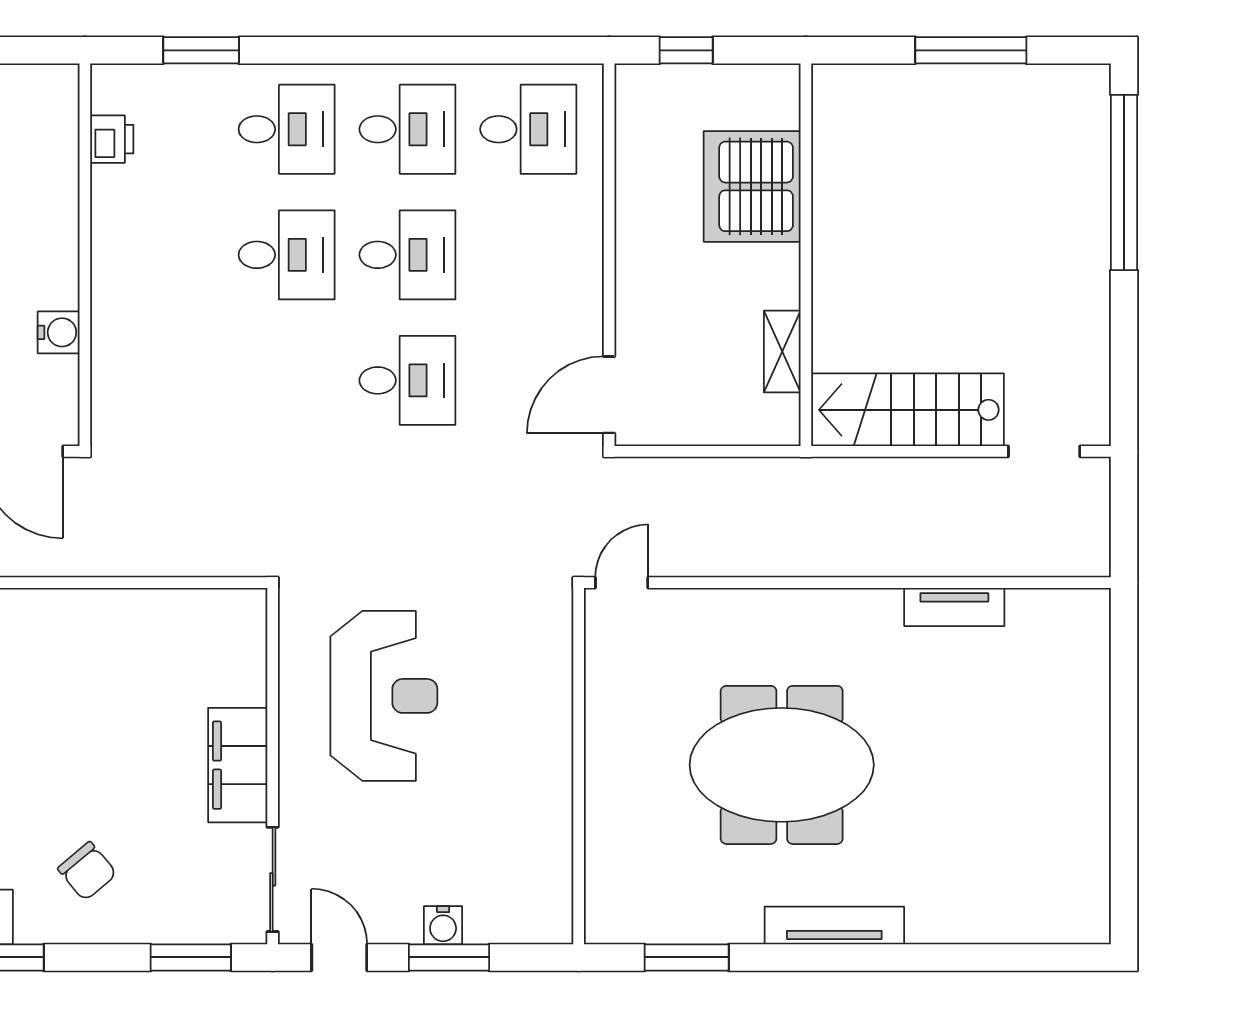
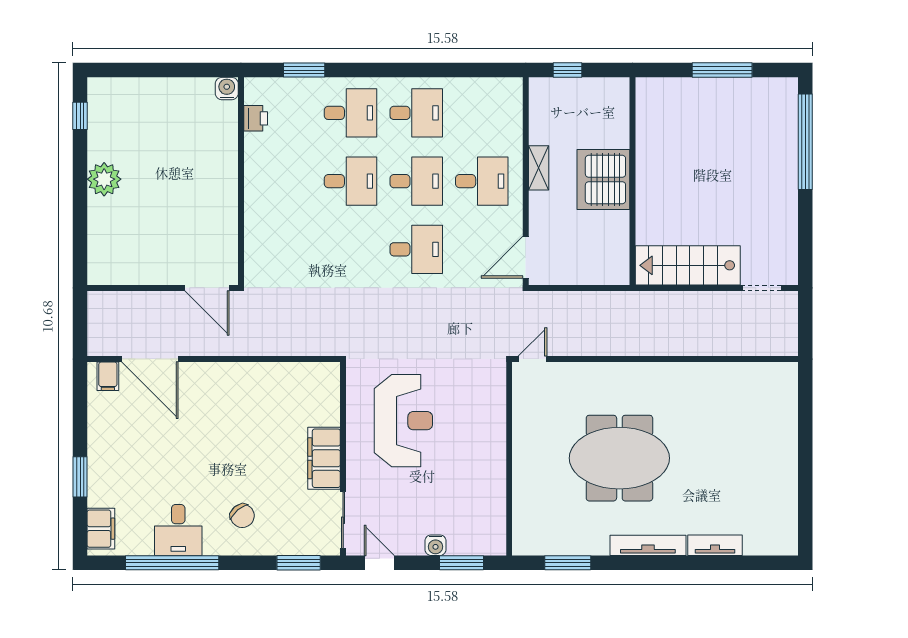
desk: (528, 129) -> (482, 181), moved
server rack: (752, 186) -> (603, 179), moved
water cooler: (59, 332) -> (227, 89), moved, turned -90
shelving: (782, 352) -> (539, 168), moved
tv unit: (954, 607) -> (715, 545), moved, turned 180
window: (449, 957) -> (461, 563), moved

